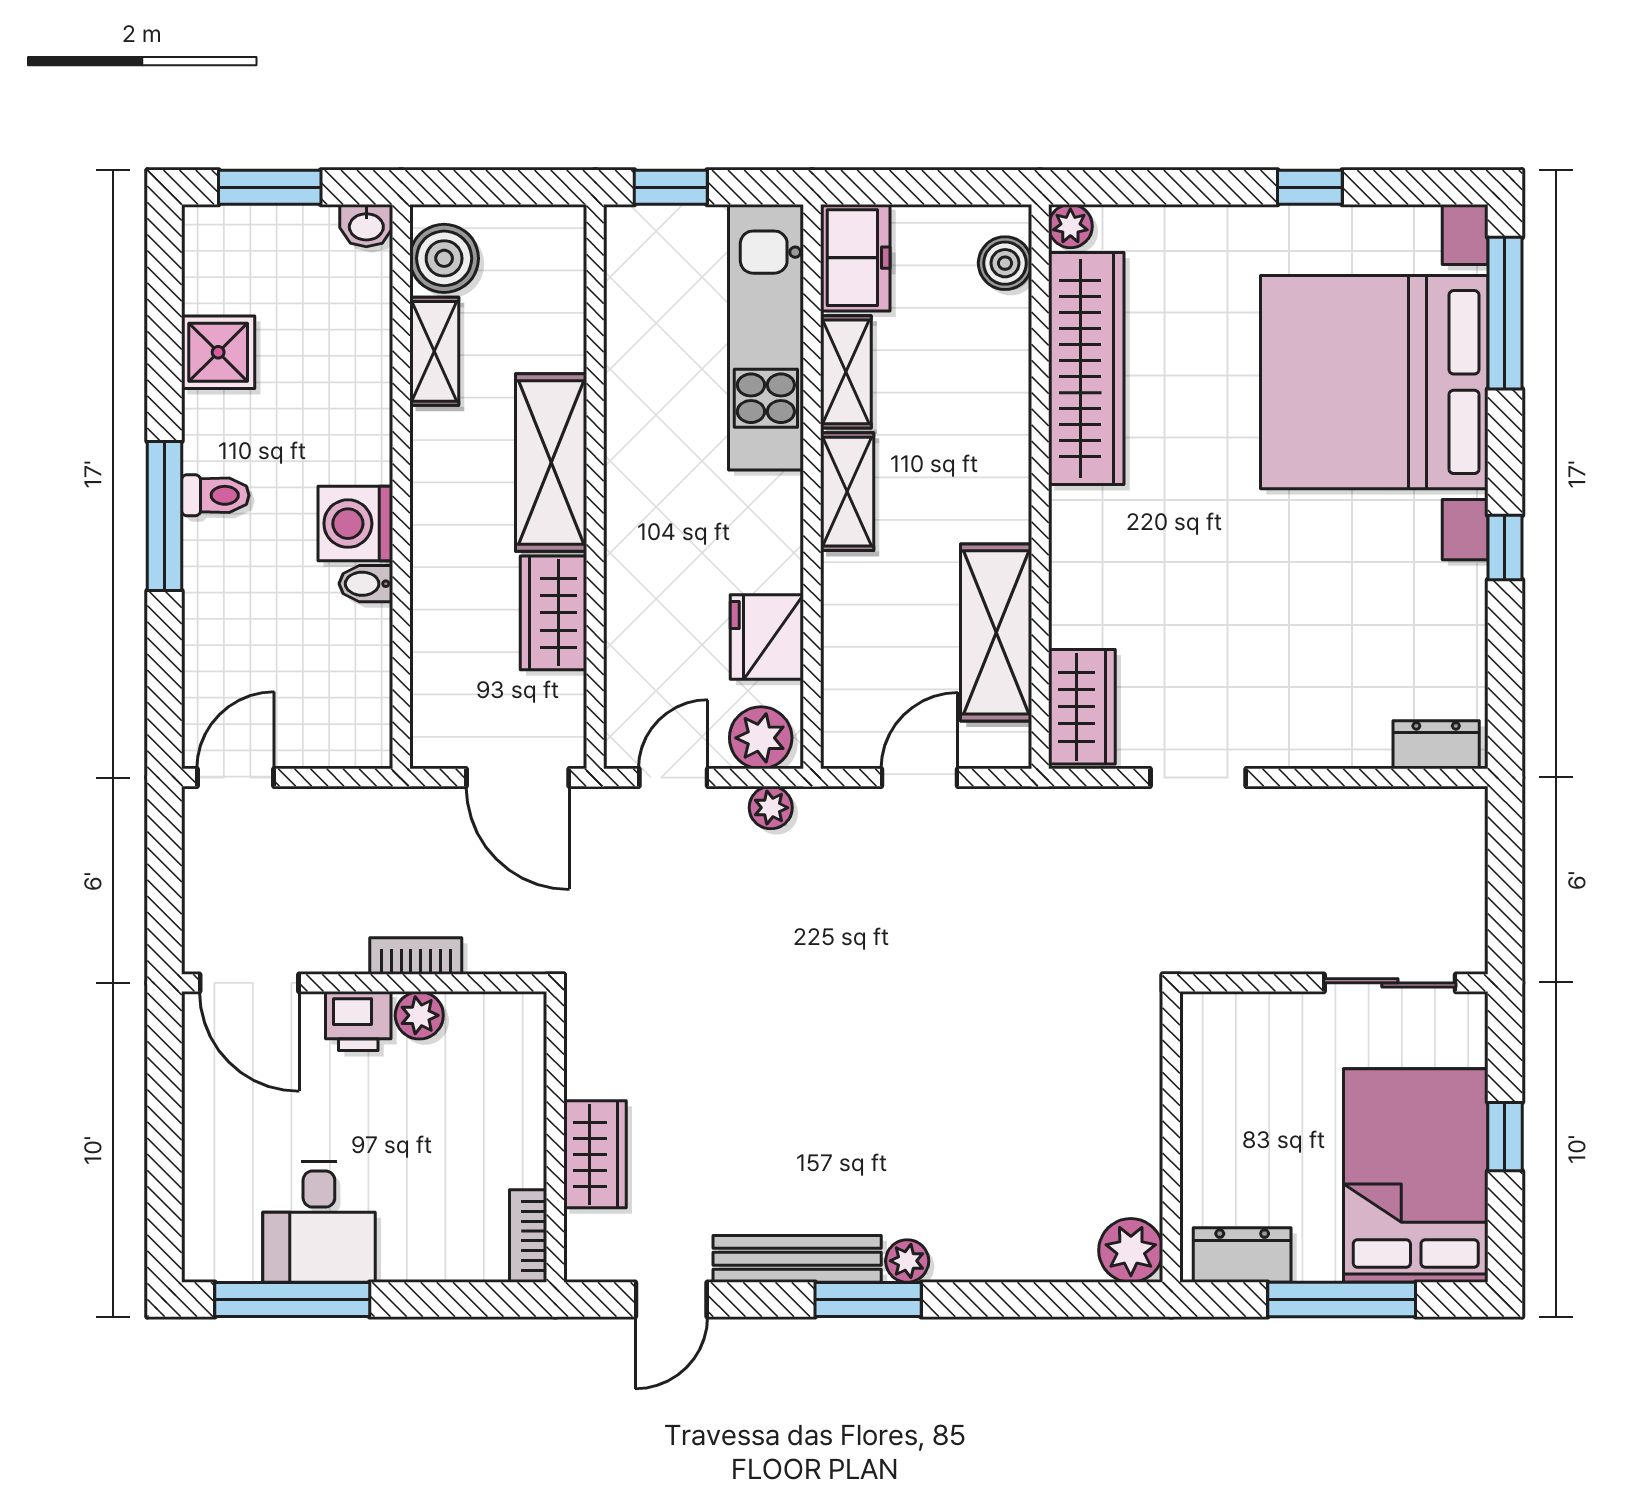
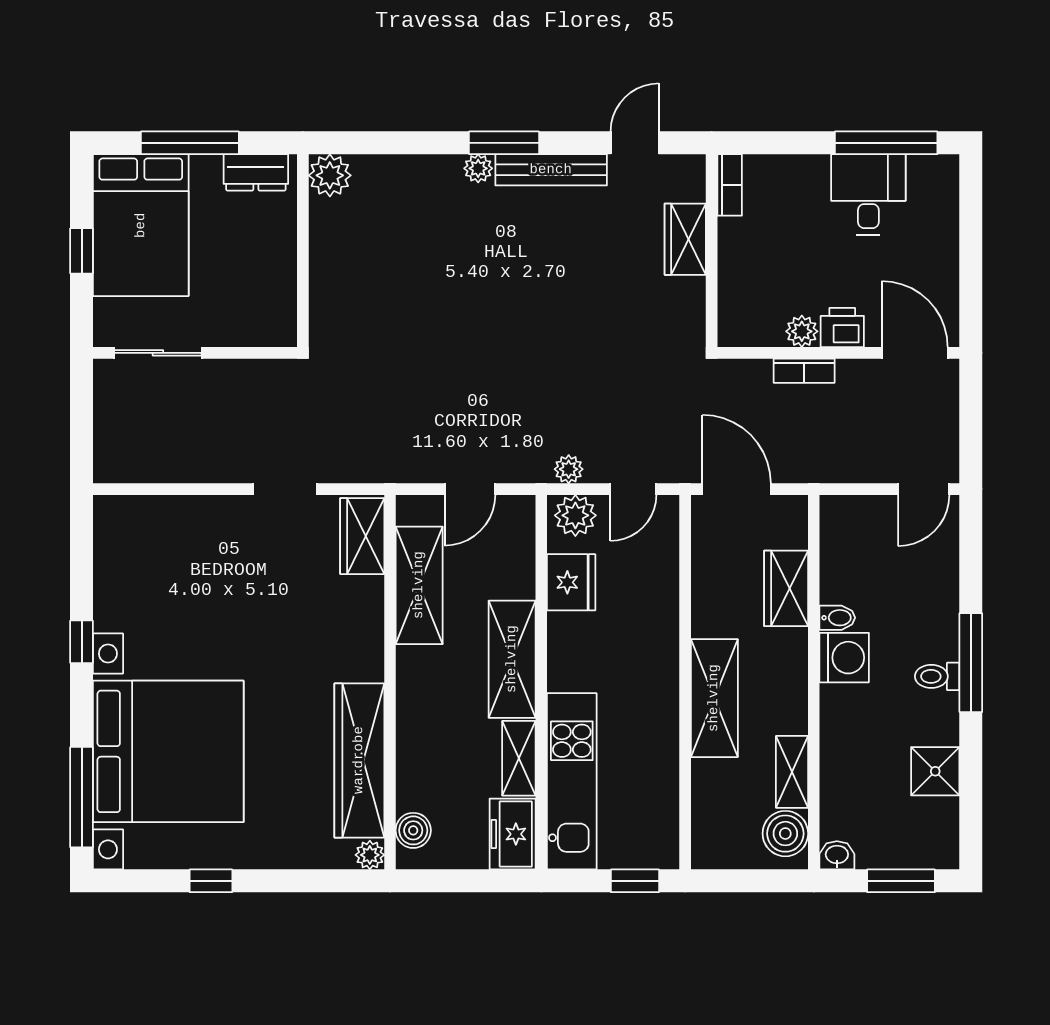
shelving: (847, 492) -> (512, 659), width x1.50, depth x1.33
wardrobe: (554, 613) -> (786, 588), moved, turned 180
dresser: (1436, 745) -> (127, 511), removed

